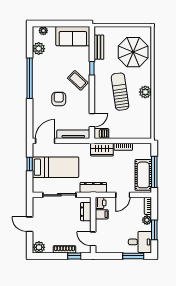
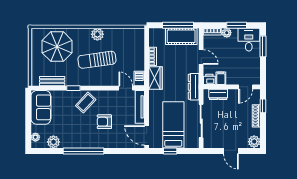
door: (30, 224) -> (231, 151), hinge flipped

